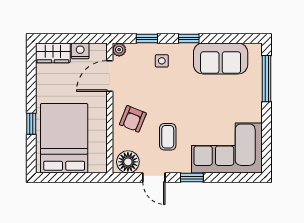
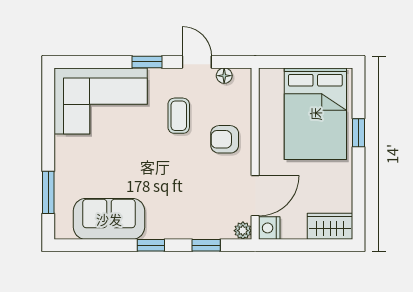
nightstand: (80, 51) -> (269, 228), moved, turned 90
side table: (162, 61) -> (187, 216), removed
window: (267, 79) -> (48, 192), width x0.69
armchair: (133, 119) -> (225, 139), turned -112
floor lamp: (128, 162) -> (224, 76), width x0.53, depth x0.53

